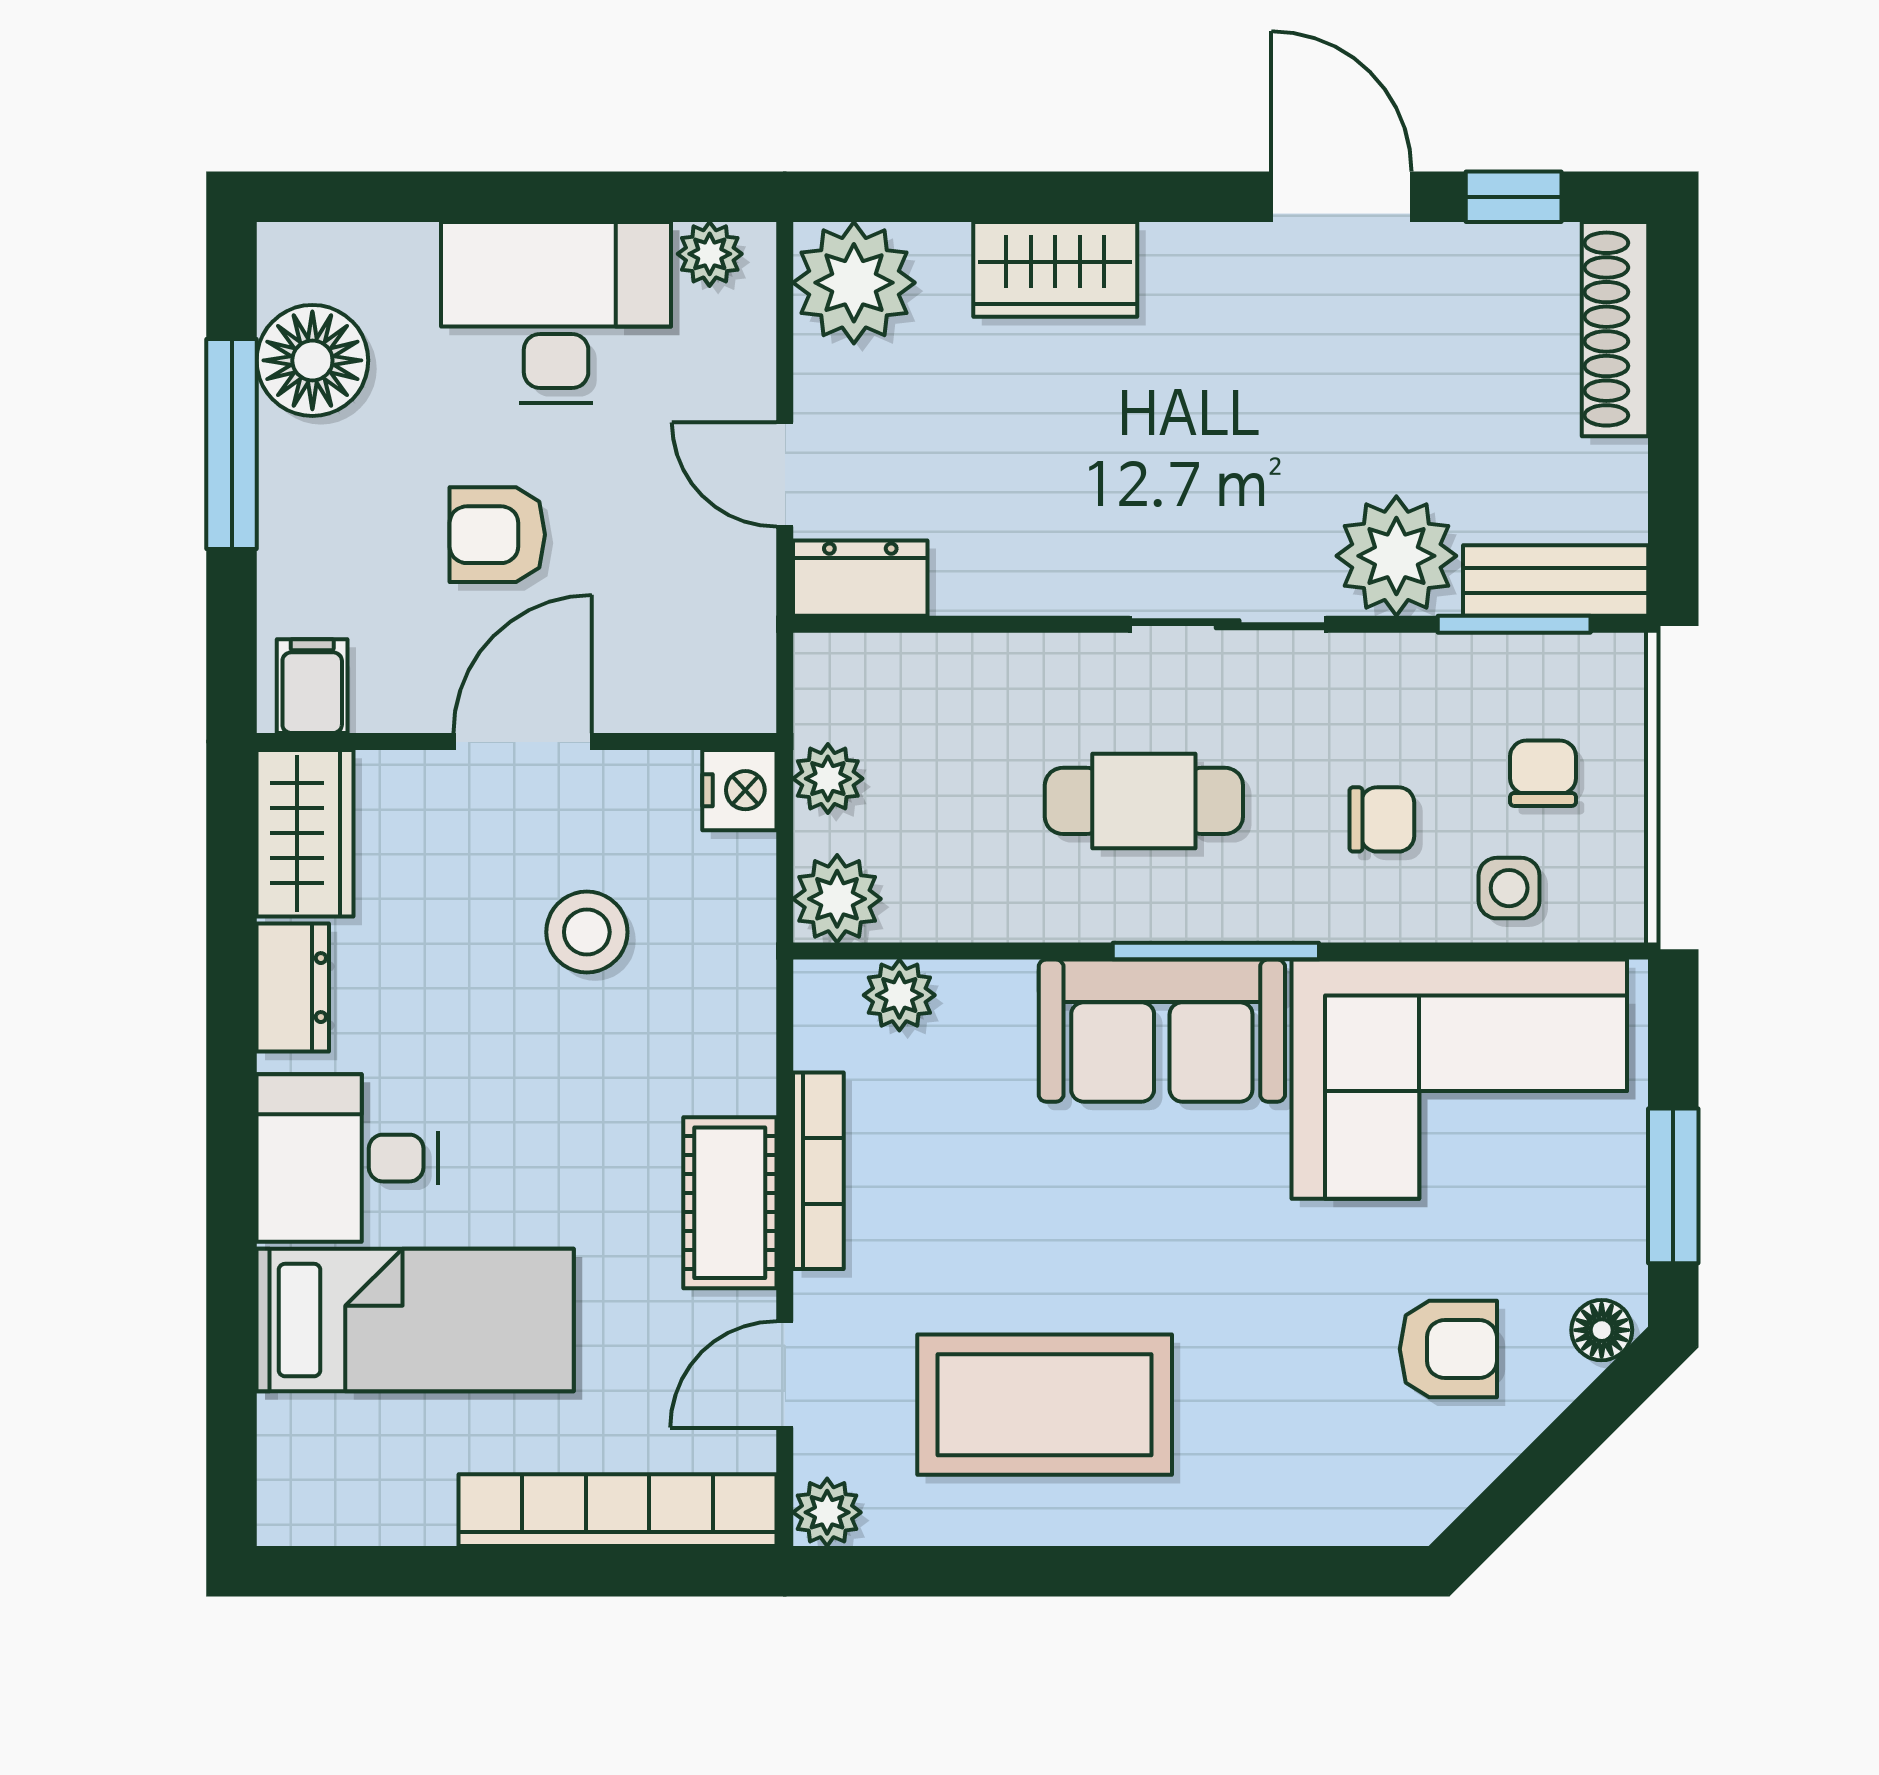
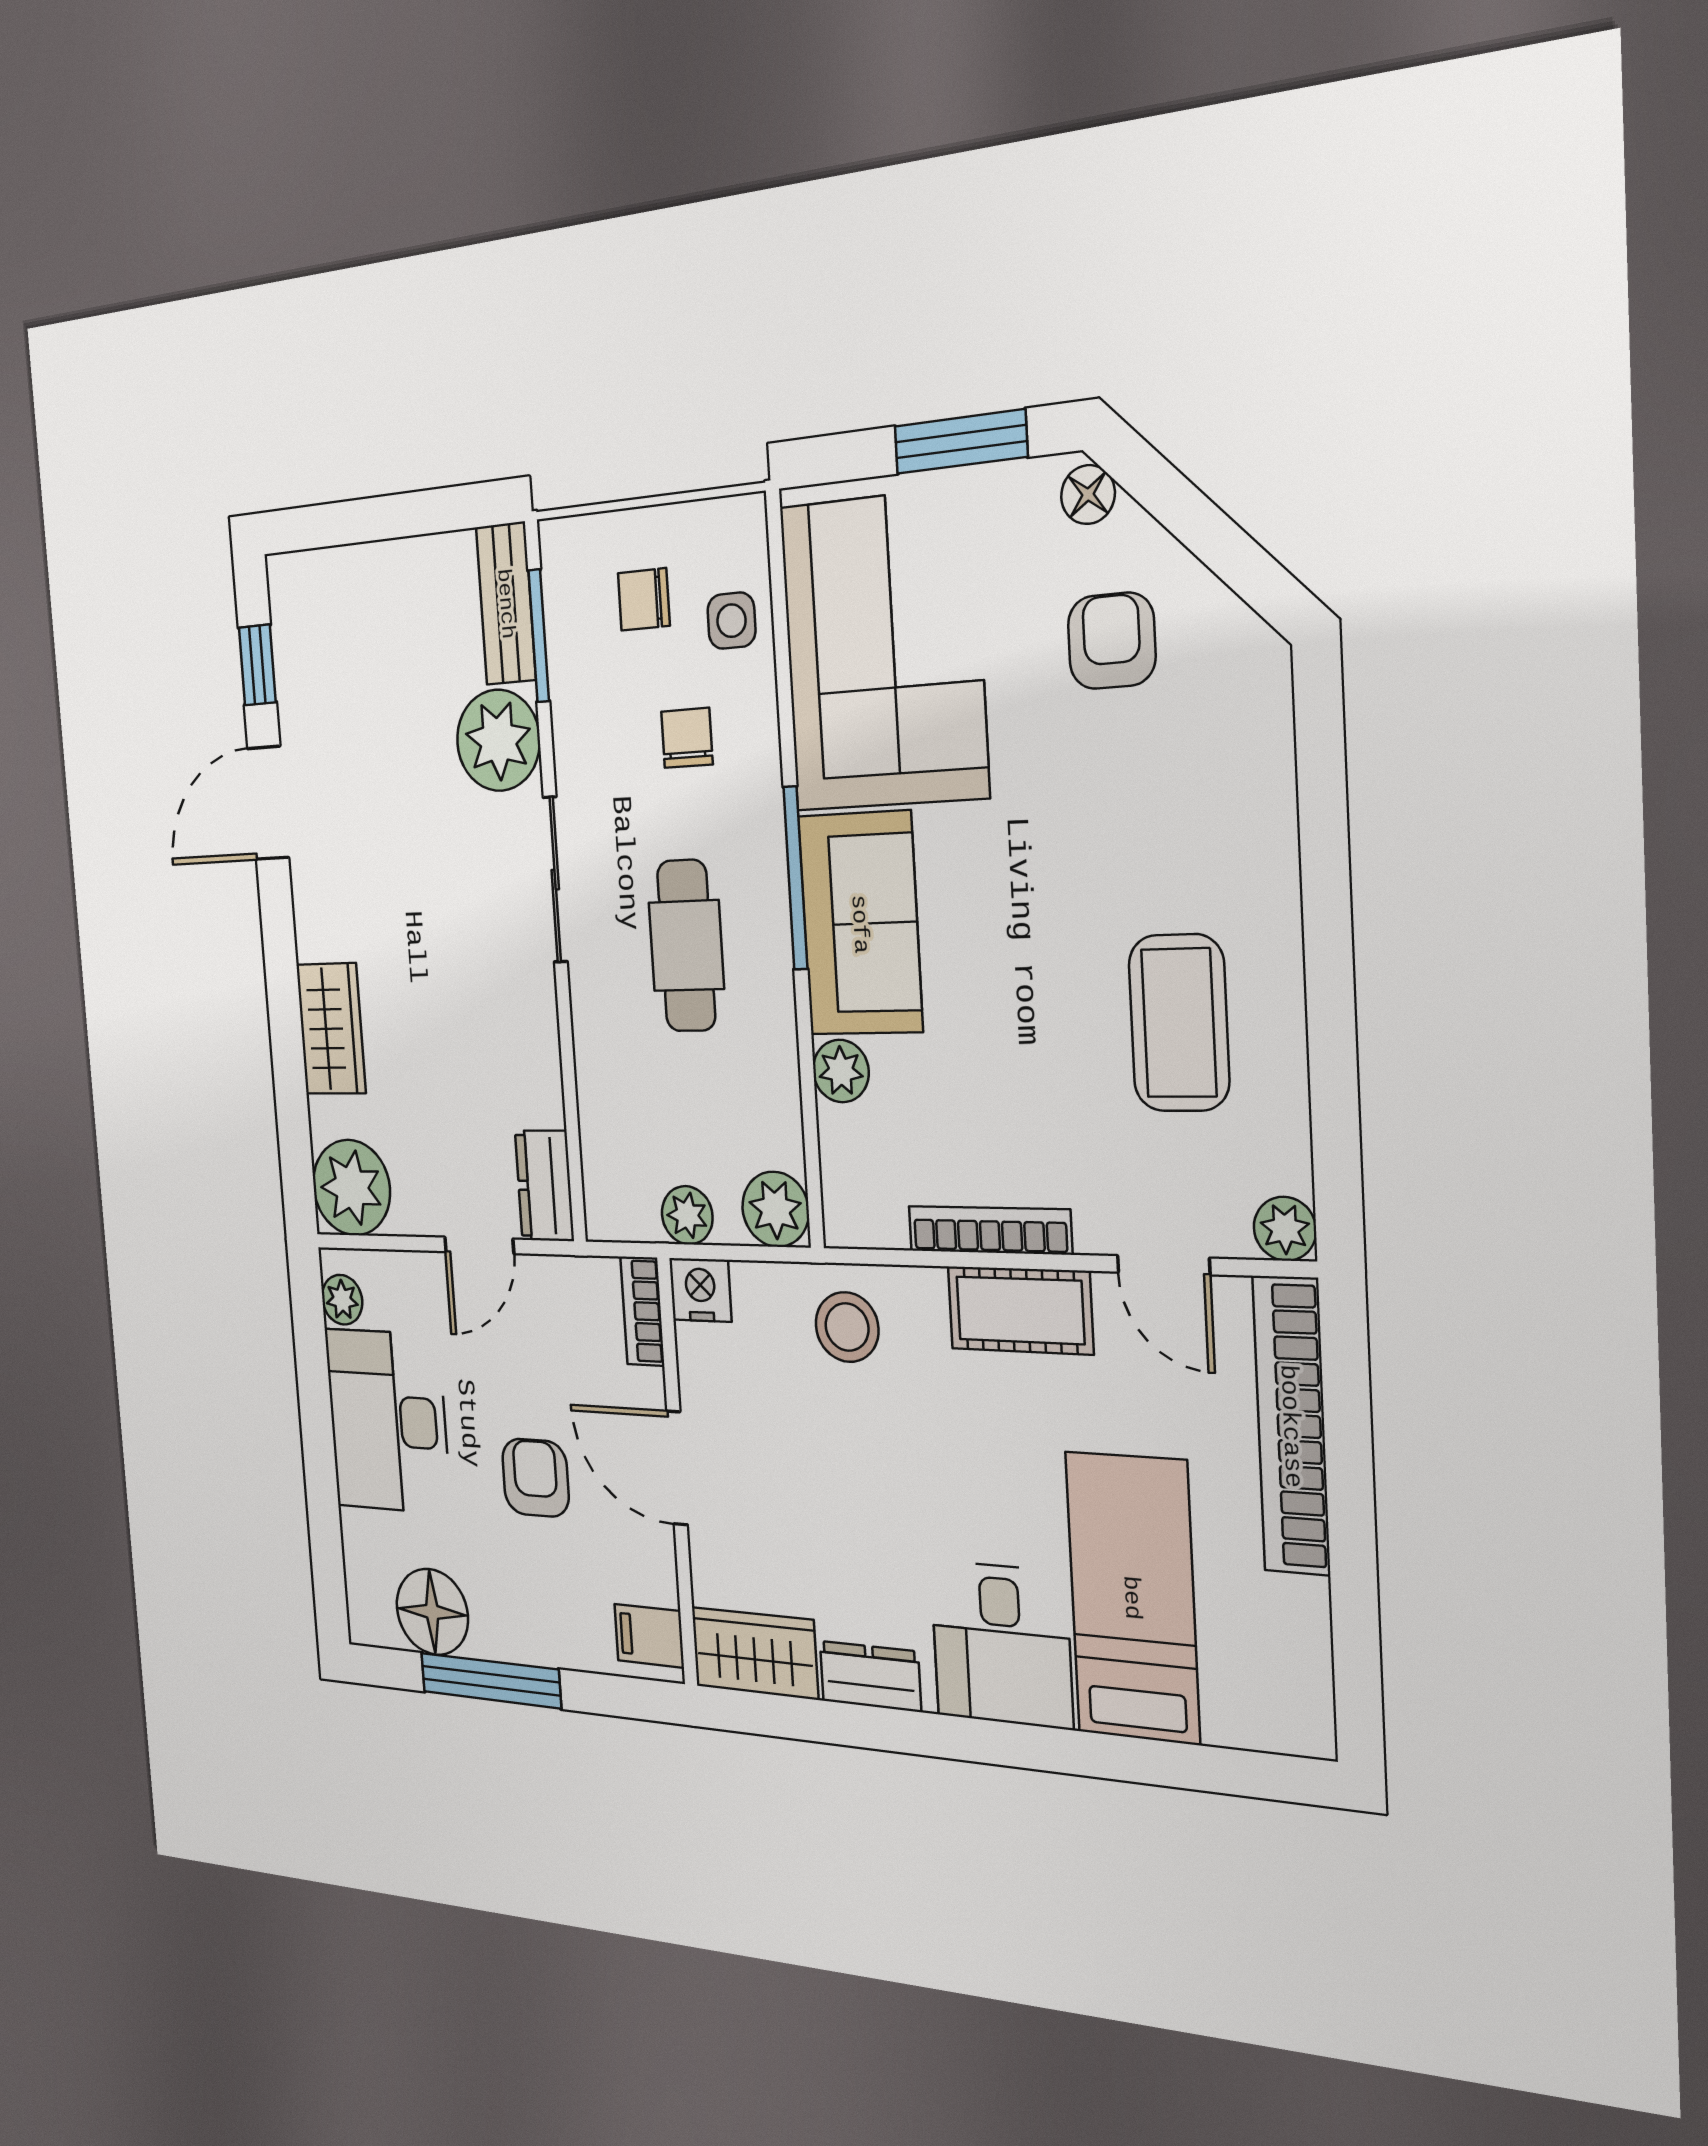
shoe rack: (1615, 329) -> (334, 573), removed
armchair: (497, 535) -> (535, 1478), turned 180
bookcase: (711, 707) -> (642, 1311), added
stool: (587, 932) -> (847, 1327), moved
plant: (899, 995) -> (841, 1071), moved
coffee table: (1045, 1405) -> (1179, 1023), width x0.73, depth x0.76

